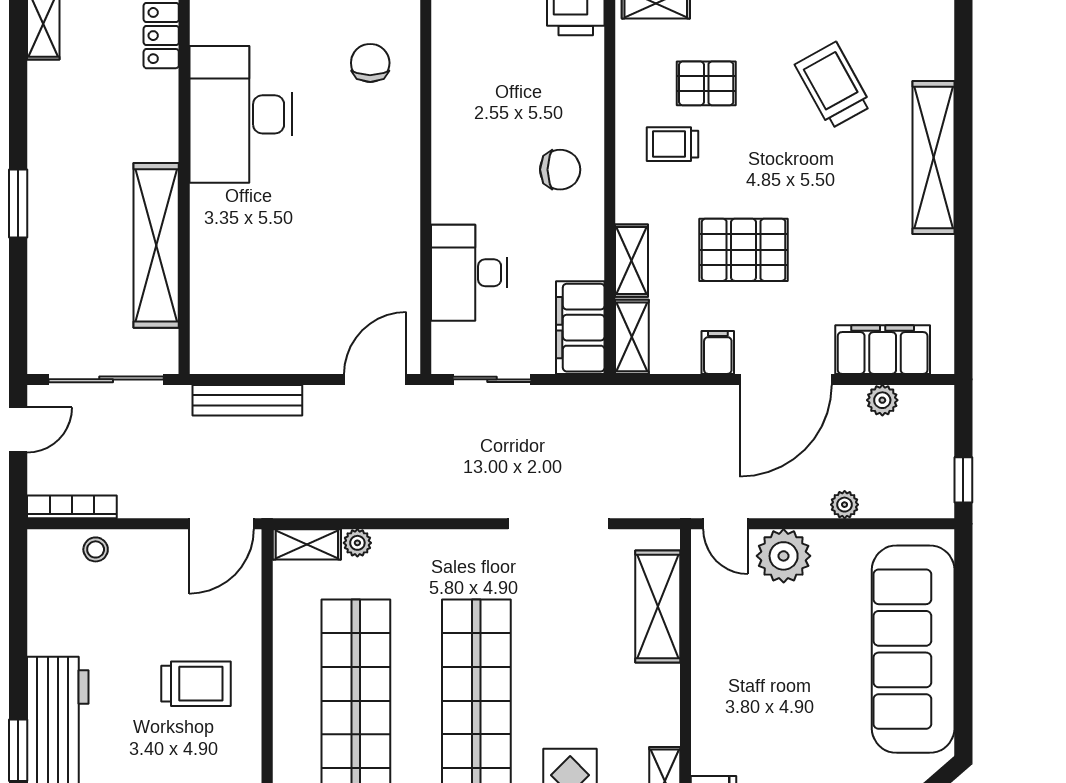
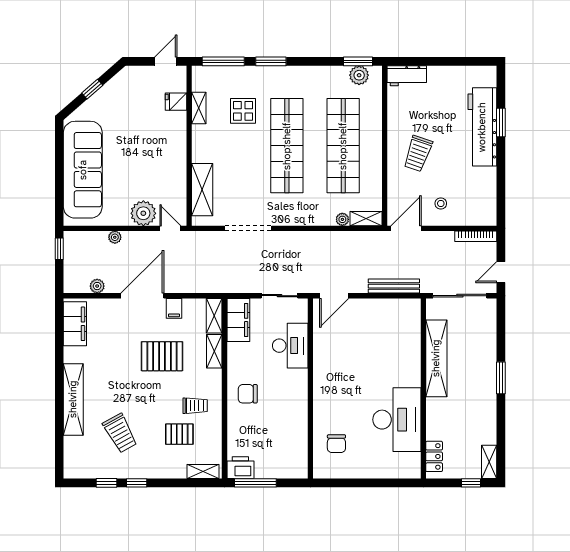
filing cabinet: (883, 350) -> (75, 324), moved, turned -90
stool: (96, 549) -> (441, 203), moved
trolley: (196, 684) -> (418, 154), turned -71

